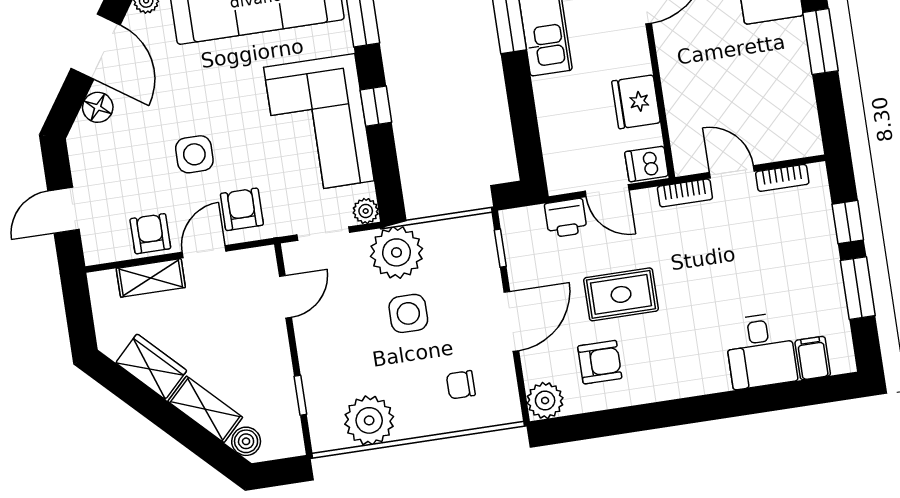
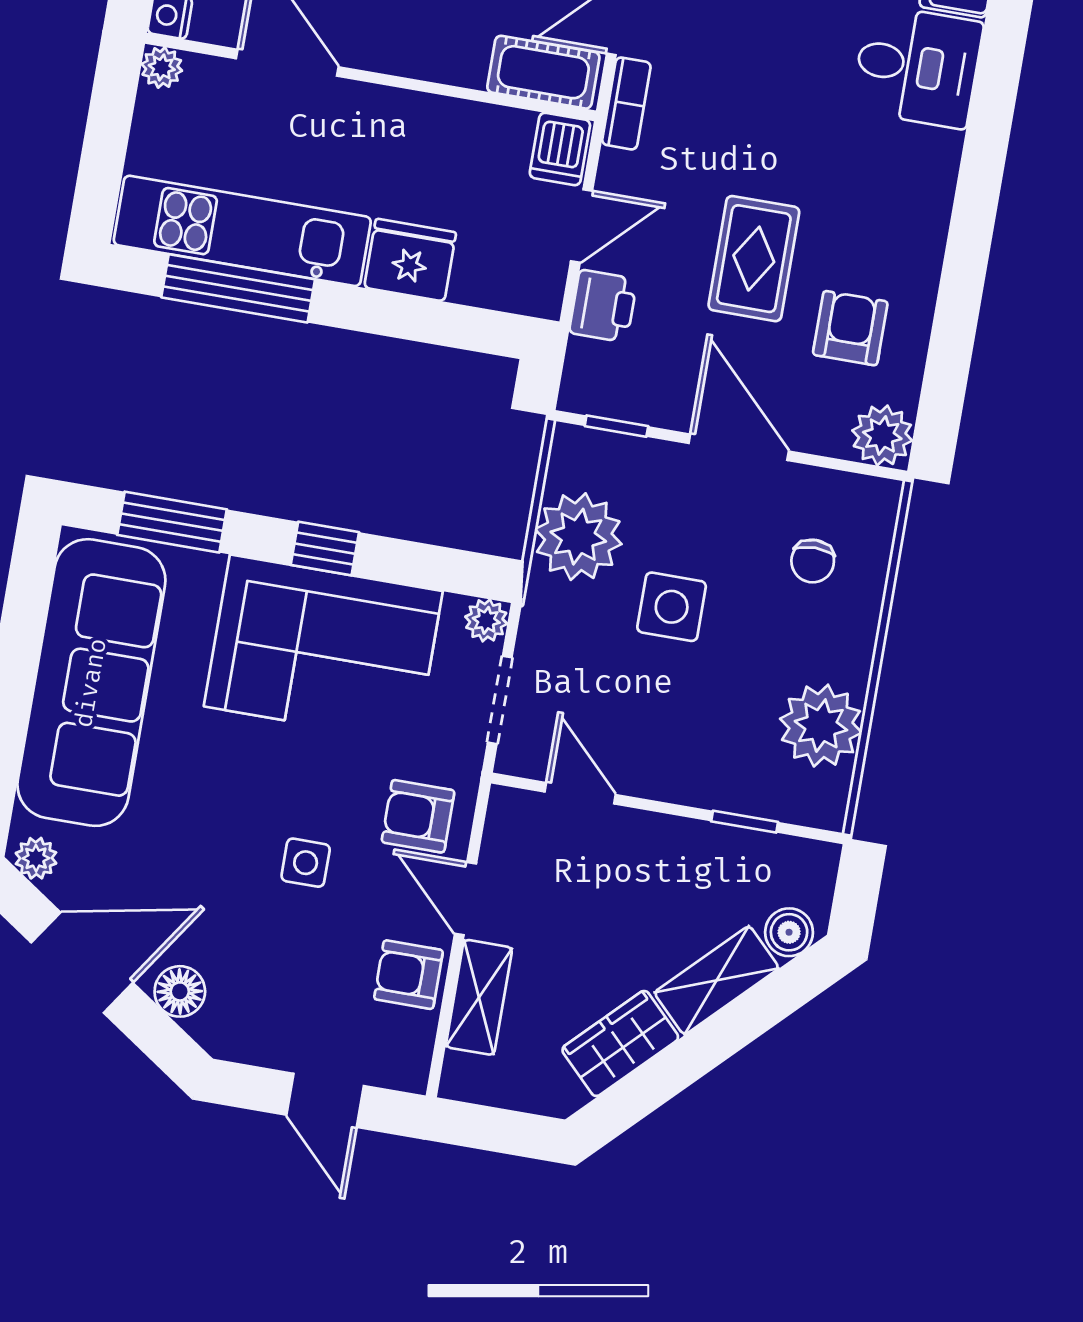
fridge: (636, 102) -> (410, 260), moved, turned 180
cot: (687, 140) -> (543, 72), added
side table: (194, 154) -> (306, 863), width x0.73, depth x0.73
plant: (396, 252) -> (578, 537), moved

